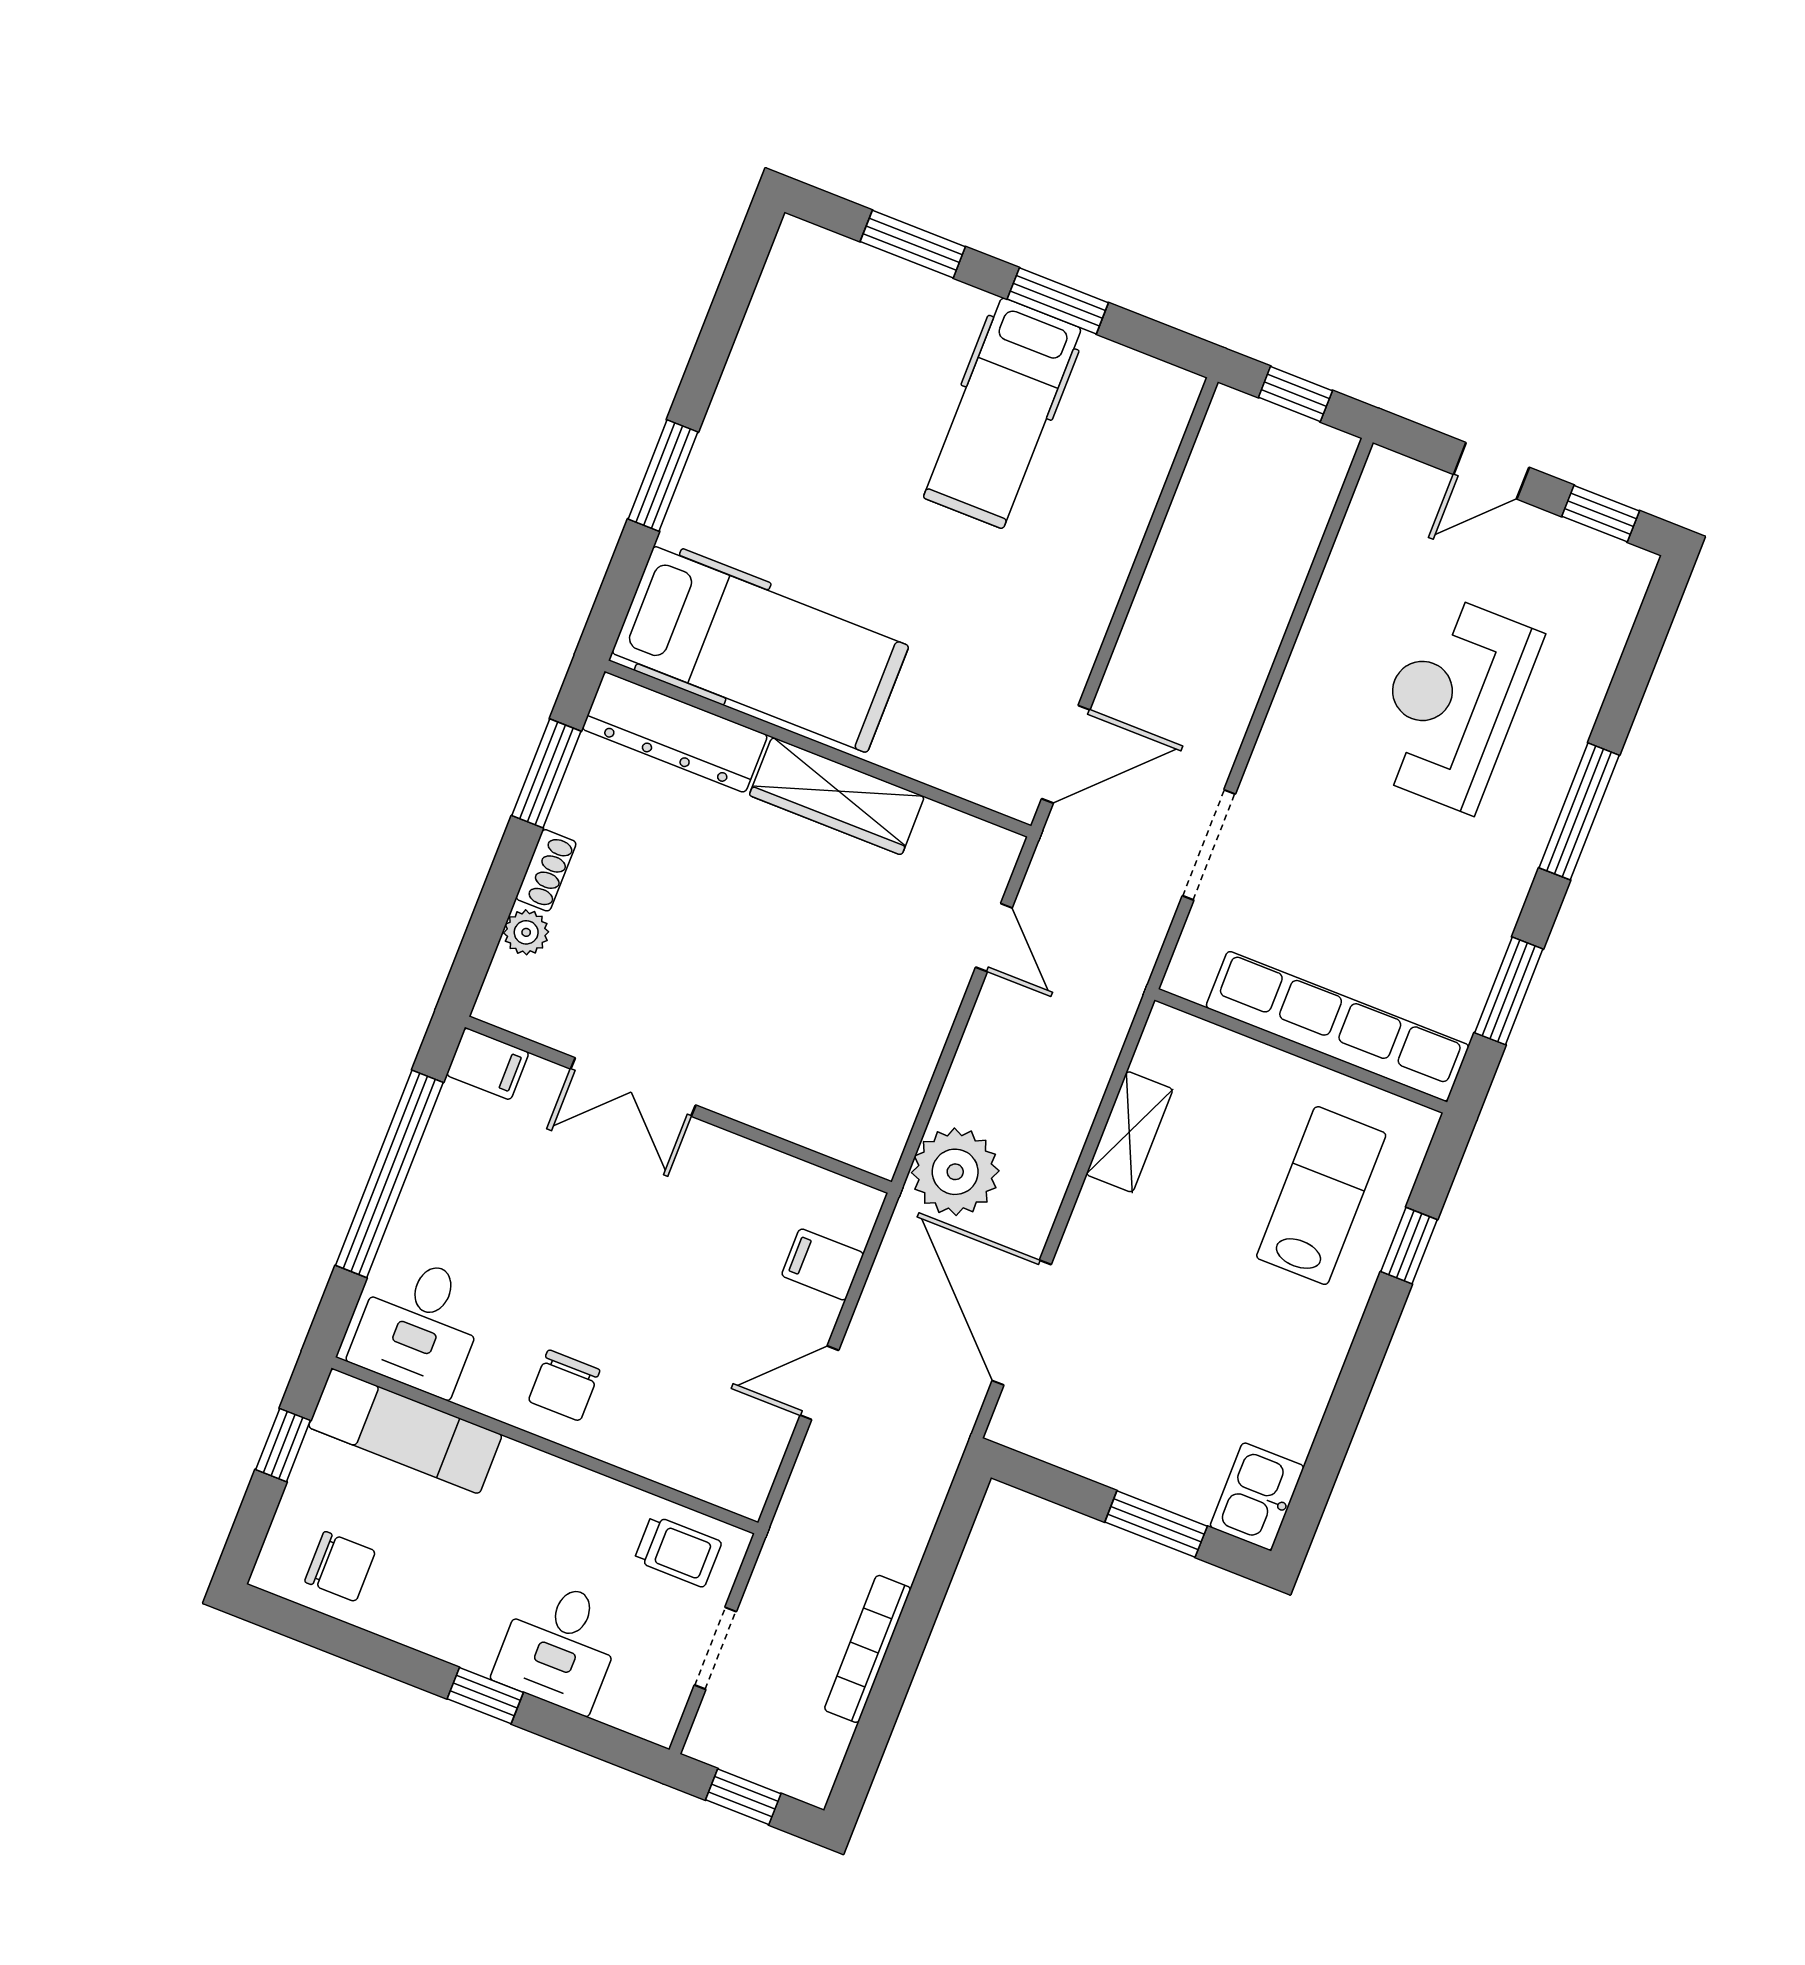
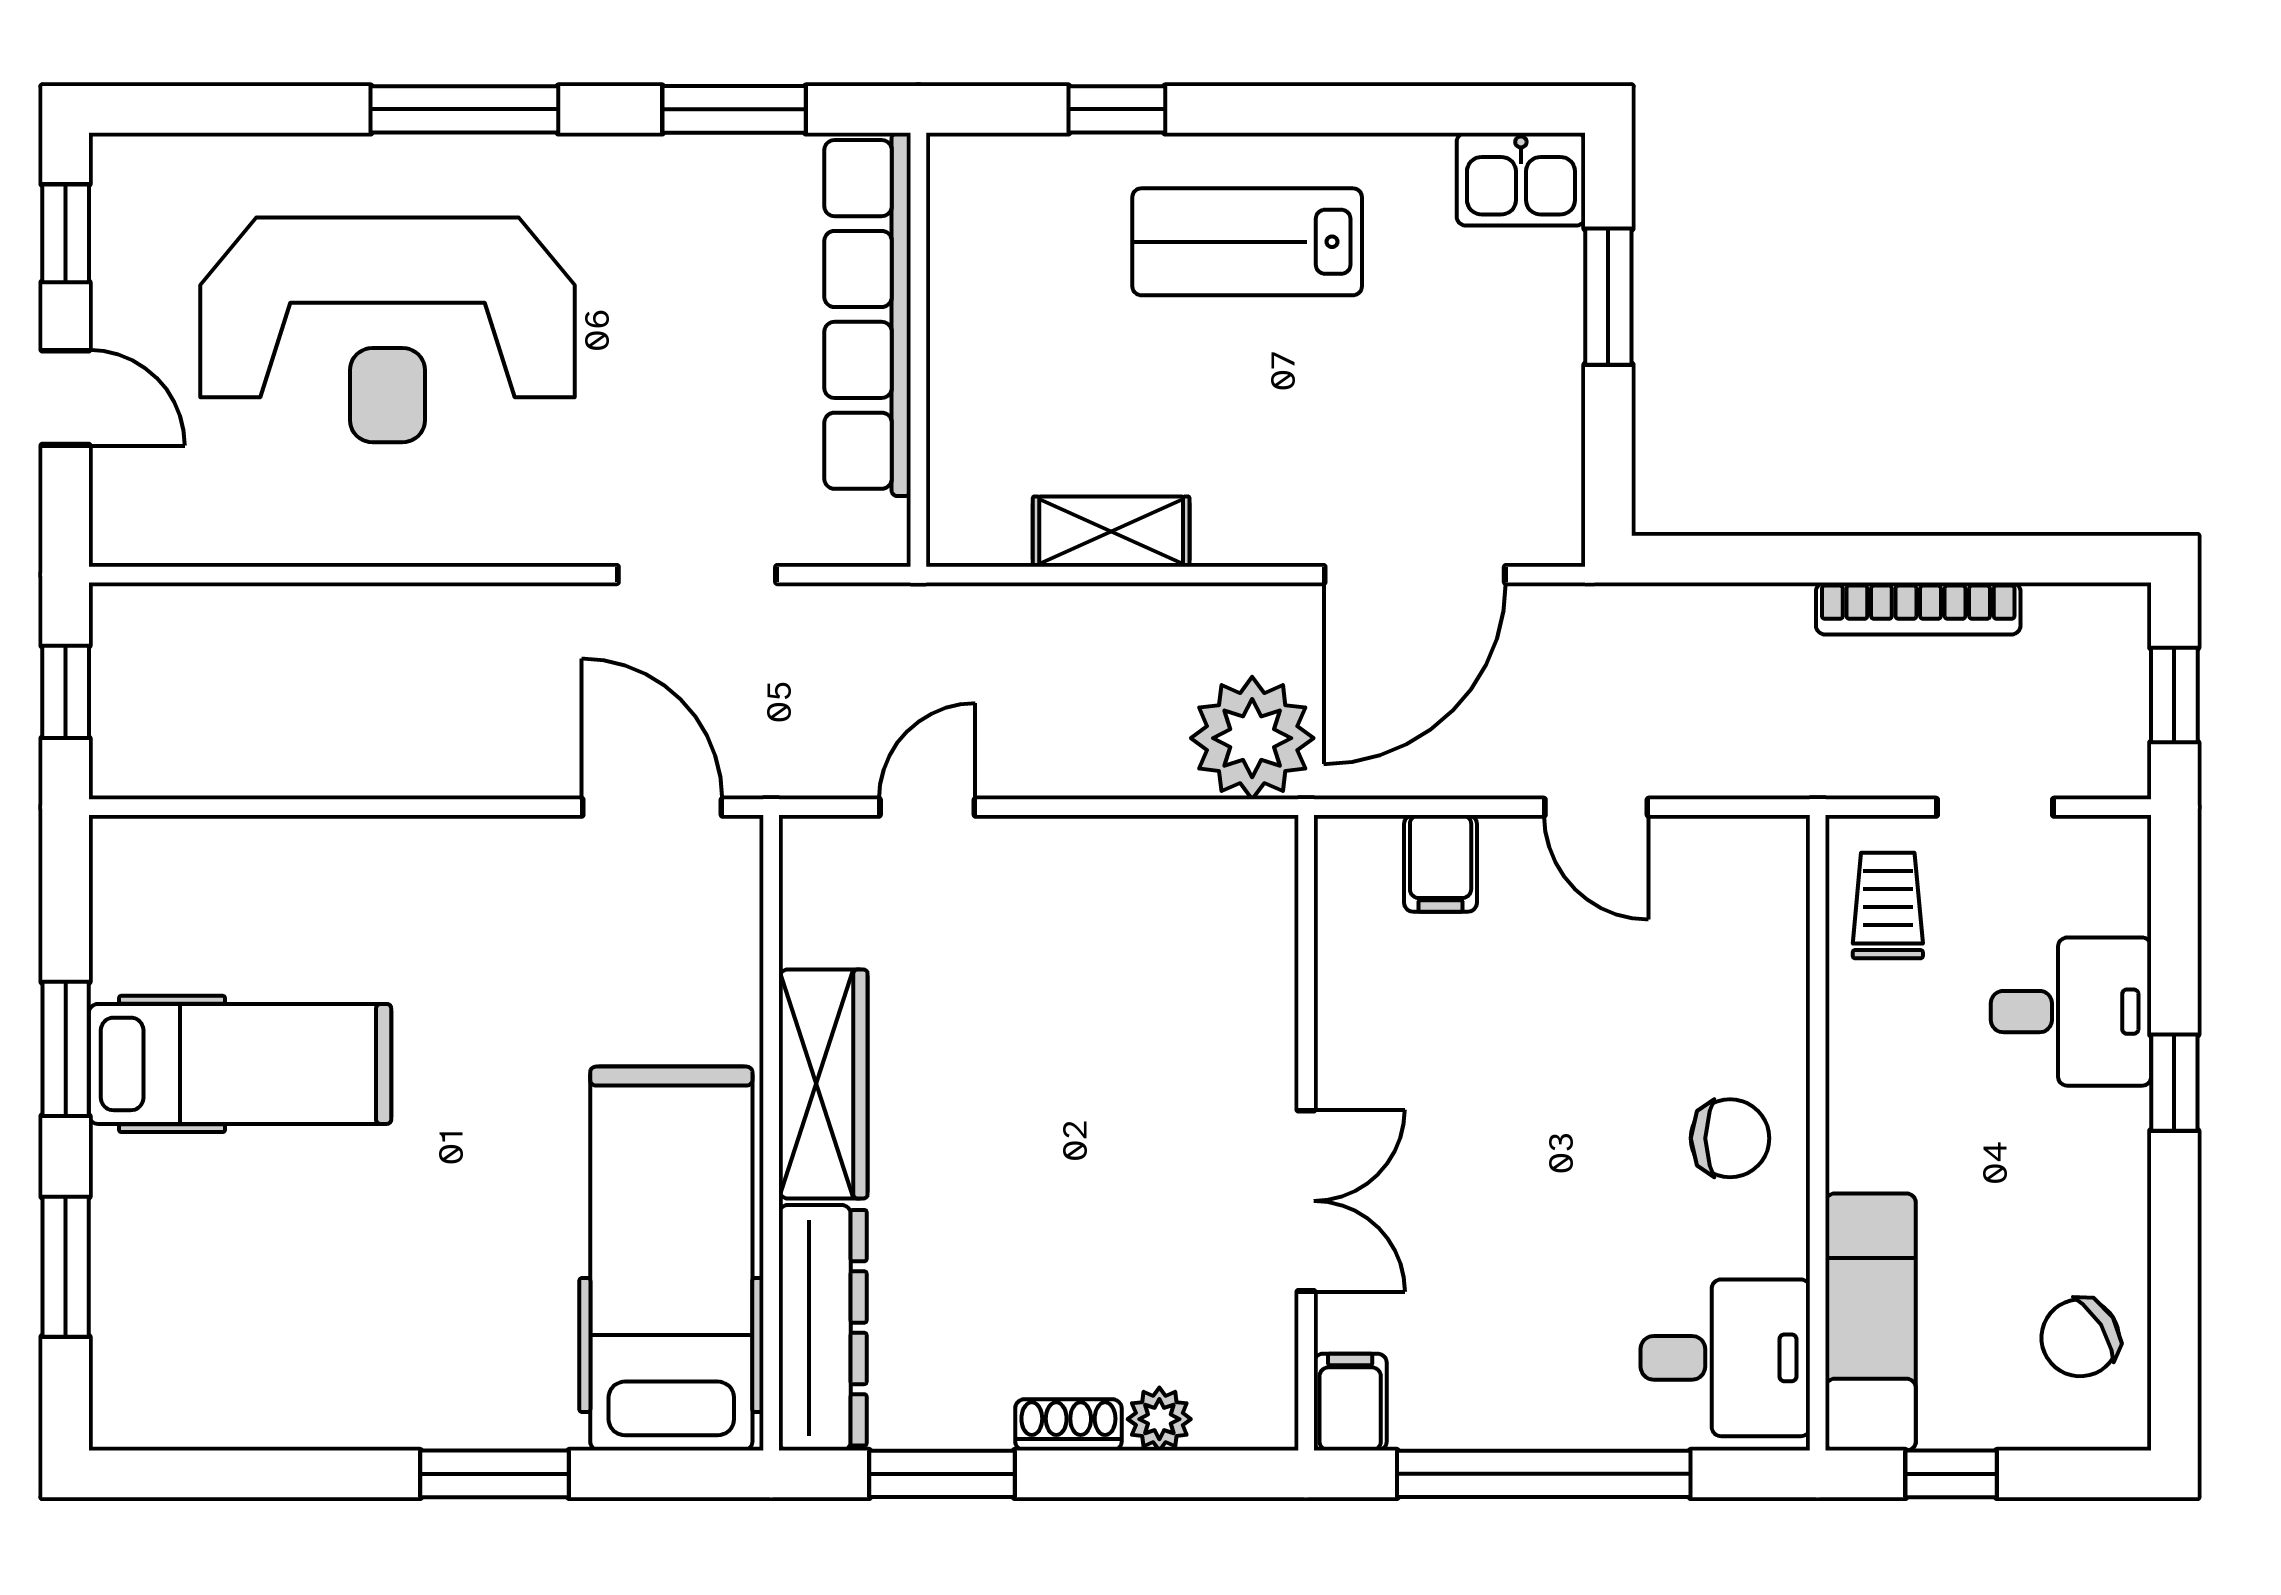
reception desk: (1452, 703) -> (387, 330), width x1.36, depth x1.30
lab bench: (1321, 1196) -> (1247, 242), moved
chair: (340, 1566) -> (2080, 1338), turned -122

